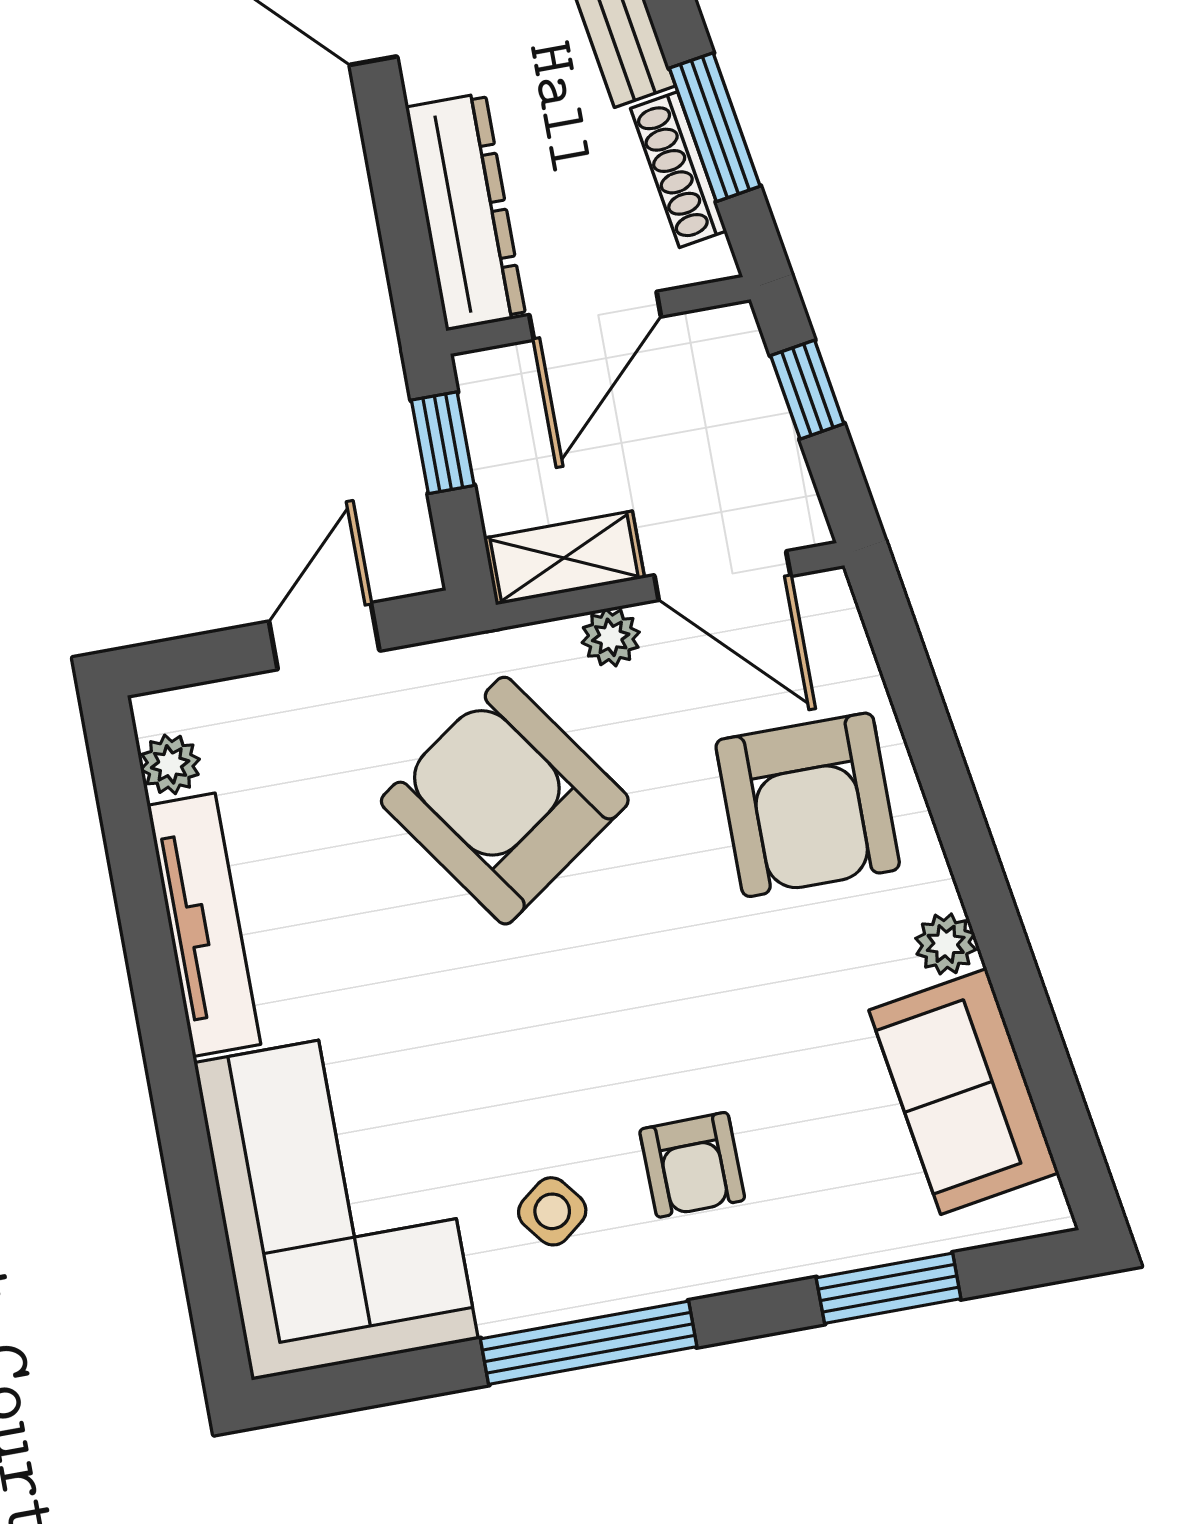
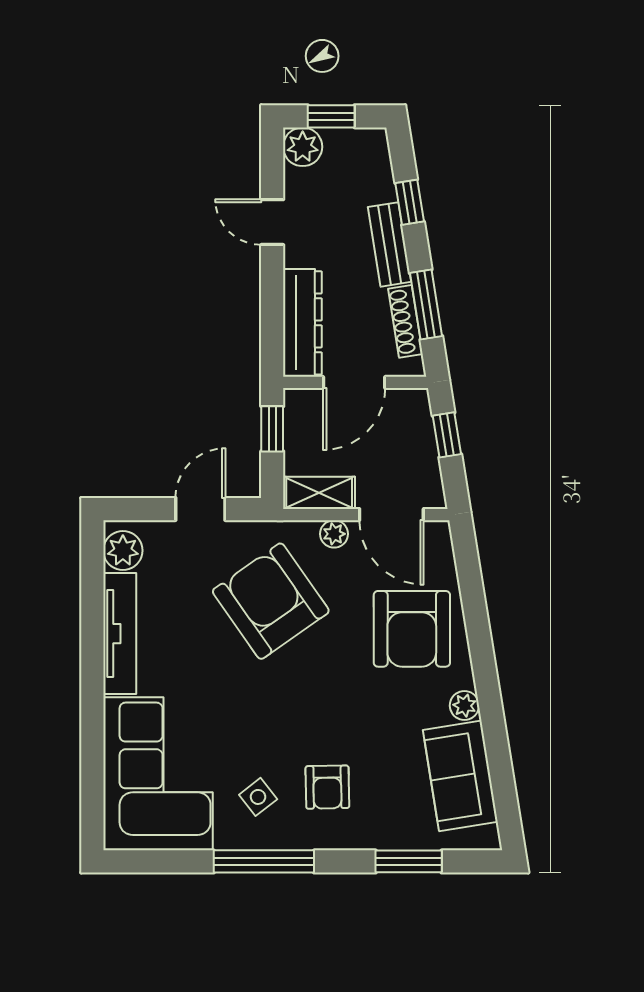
plant: (170, 764) -> (123, 550), width x1.38, depth x1.38

